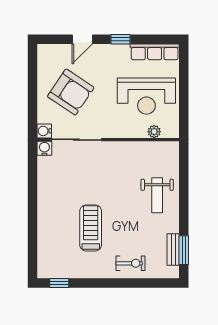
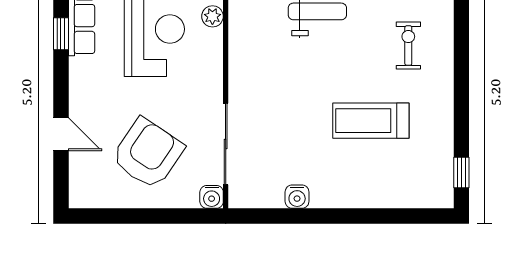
window: (121, 39) -> (61, 34), moved
water cooler: (44, 148) -> (297, 197), moved, turned -90
exercise bike: (131, 263) -> (408, 46), moved

